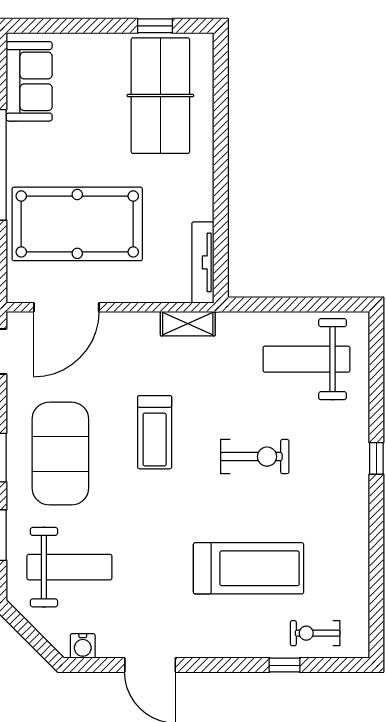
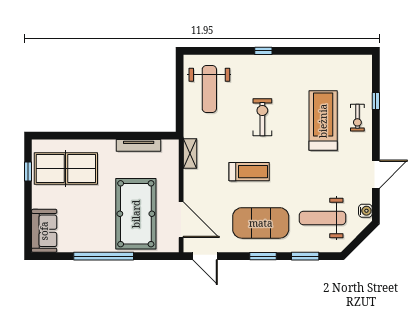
sofa: (29, 81) -> (44, 231), moved, turned 90
tv unit: (203, 262) -> (139, 145), moved
weight bench: (69, 567) -> (323, 218), turned -90
exercise bike: (315, 633) -> (357, 118), moved

